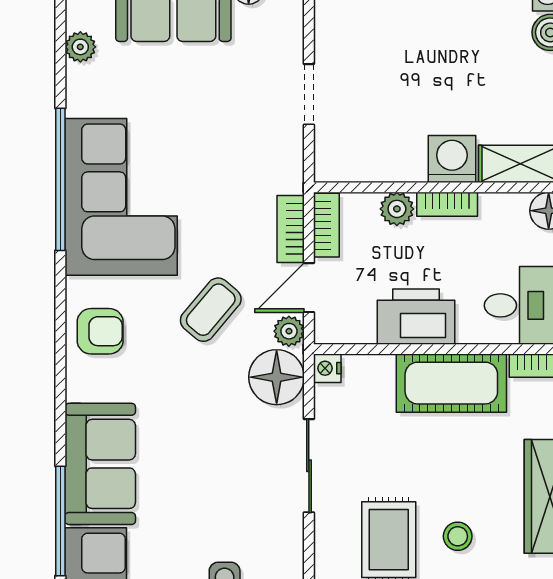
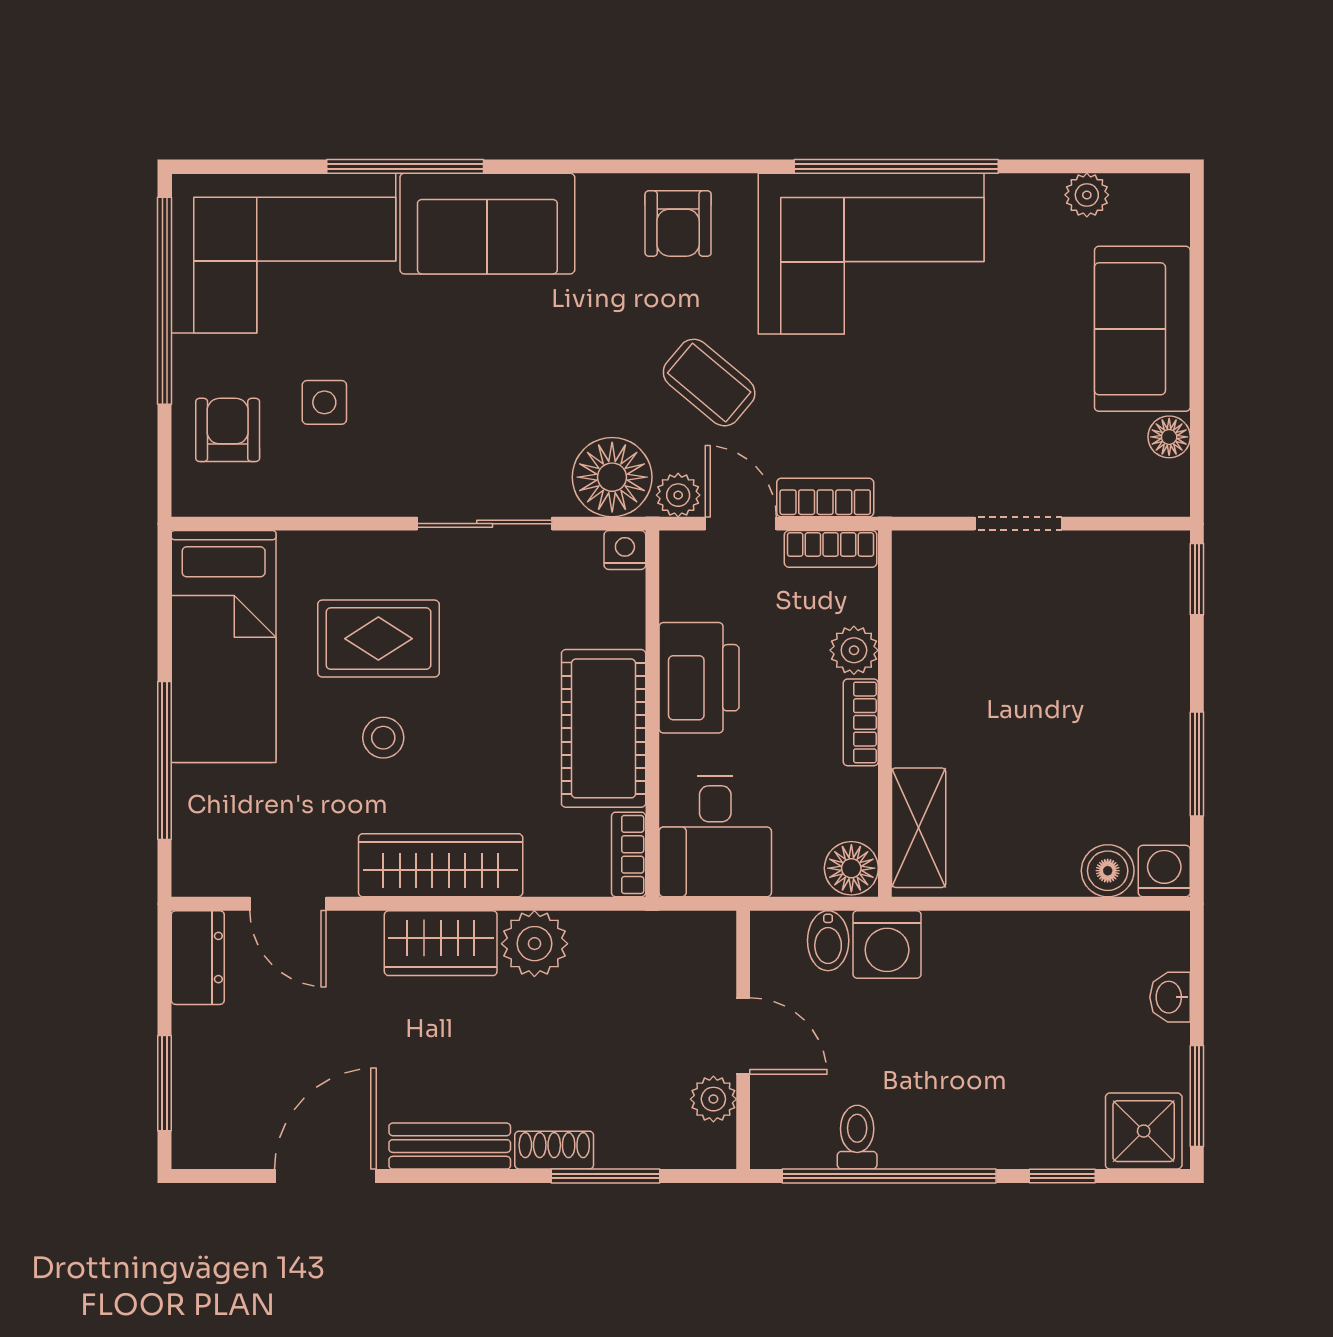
washing machine: (452, 159) -> (926, 729), removed

